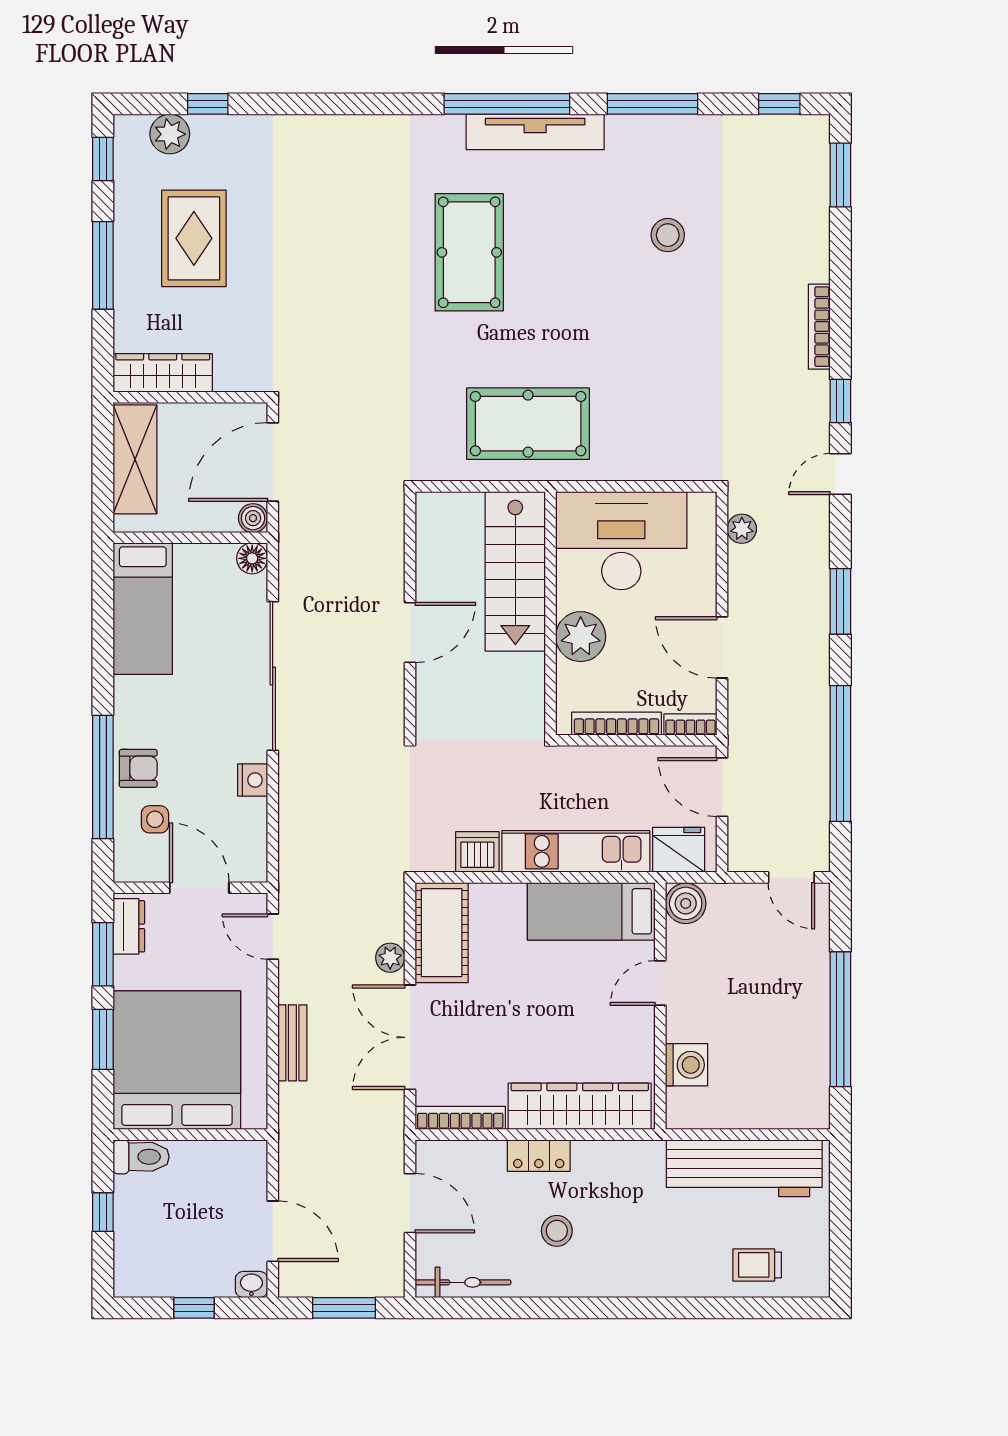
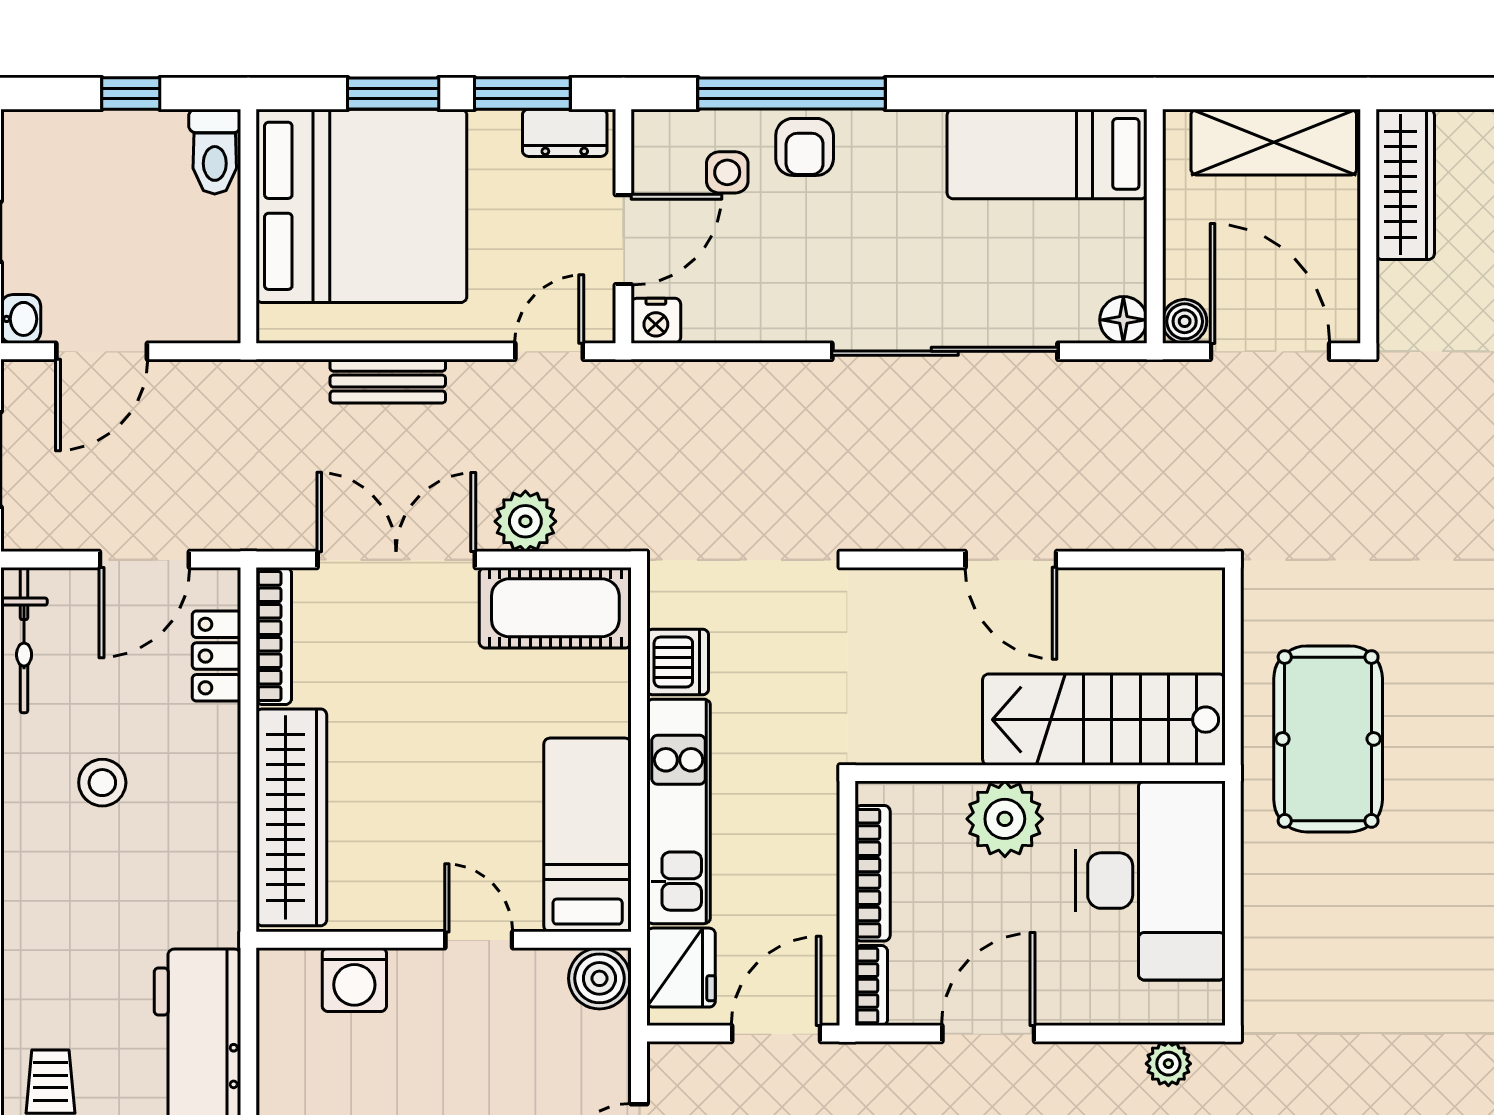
nightstand: (253, 780) -> (656, 321), moved
plant: (390, 958) -> (525, 521), width x1.38, depth x1.38
locker: (539, 1156) -> (217, 656), moved

